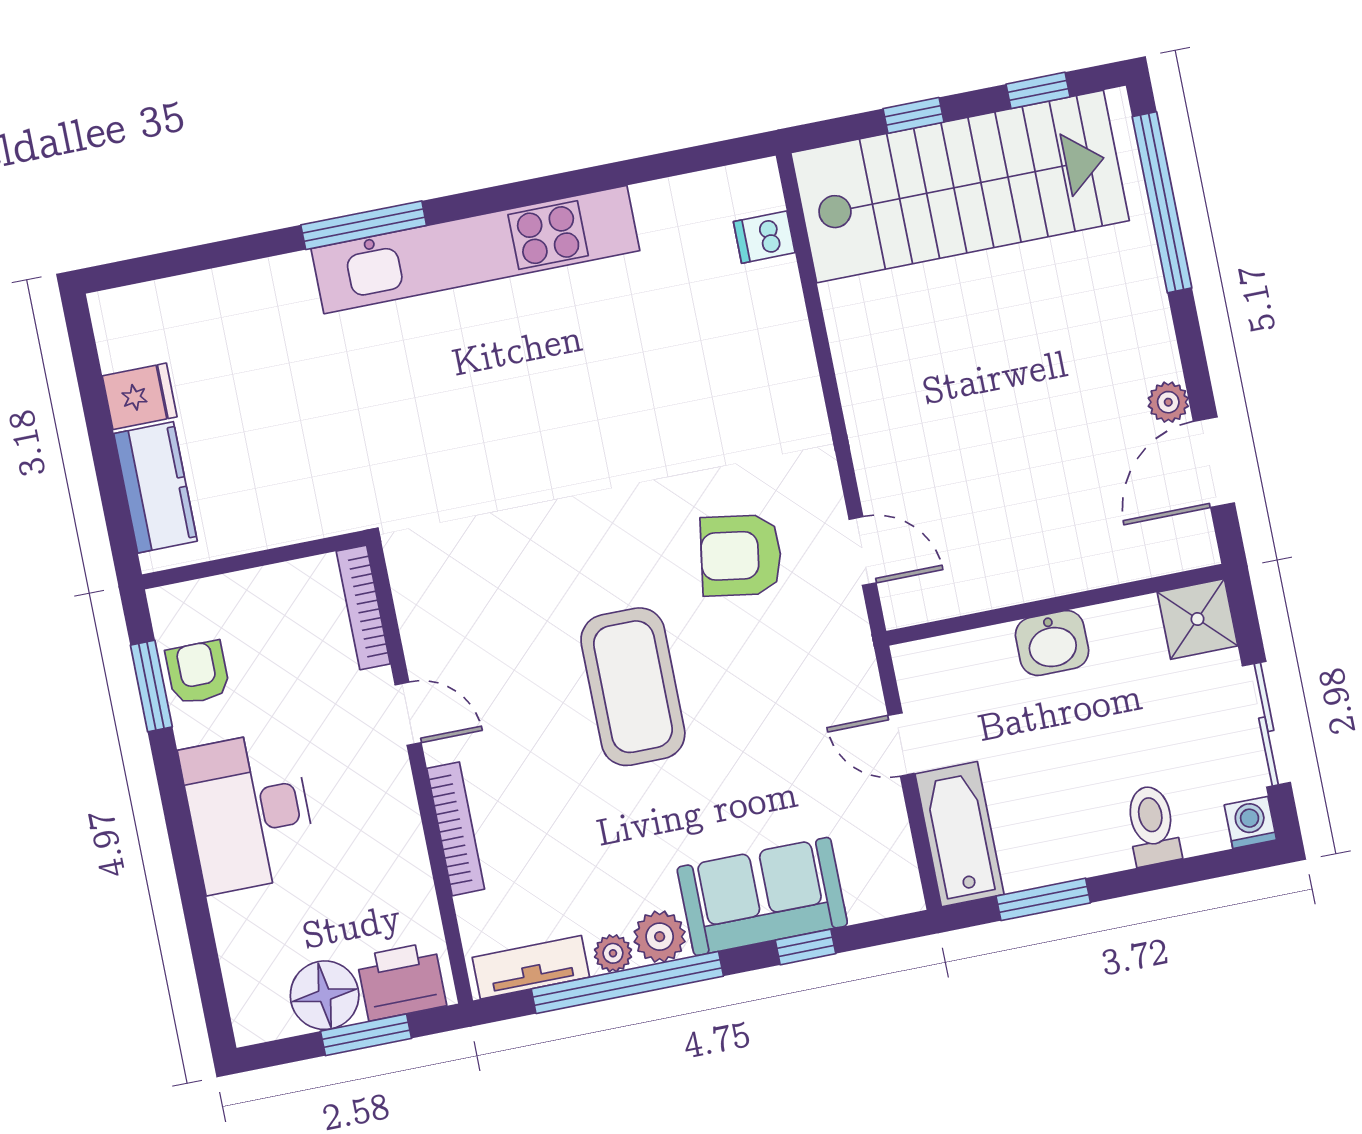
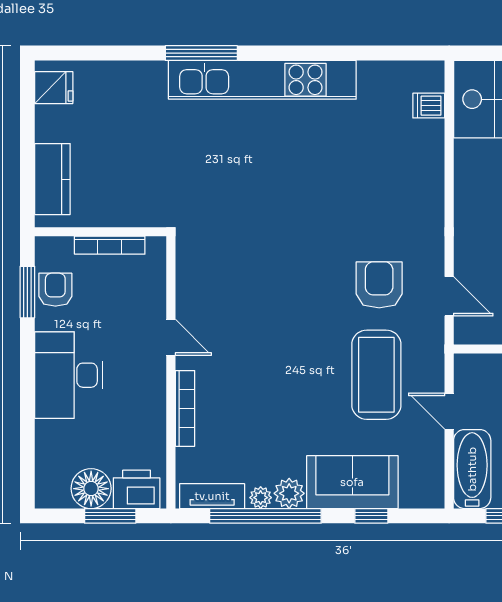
fridge: (140, 396) -> (54, 88), moved
armchair: (741, 555) -> (379, 285), turned 81
bookcase: (363, 607) -> (110, 245), moved, turned -90
coffee table: (633, 687) -> (376, 375), moved

